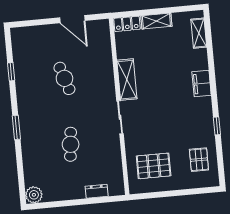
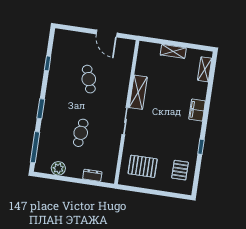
locker: (127, 24) -> (149, 48), removed
window: (21, 175) -> (35, 147), added
plant: (34, 195) -> (58, 168), moved

